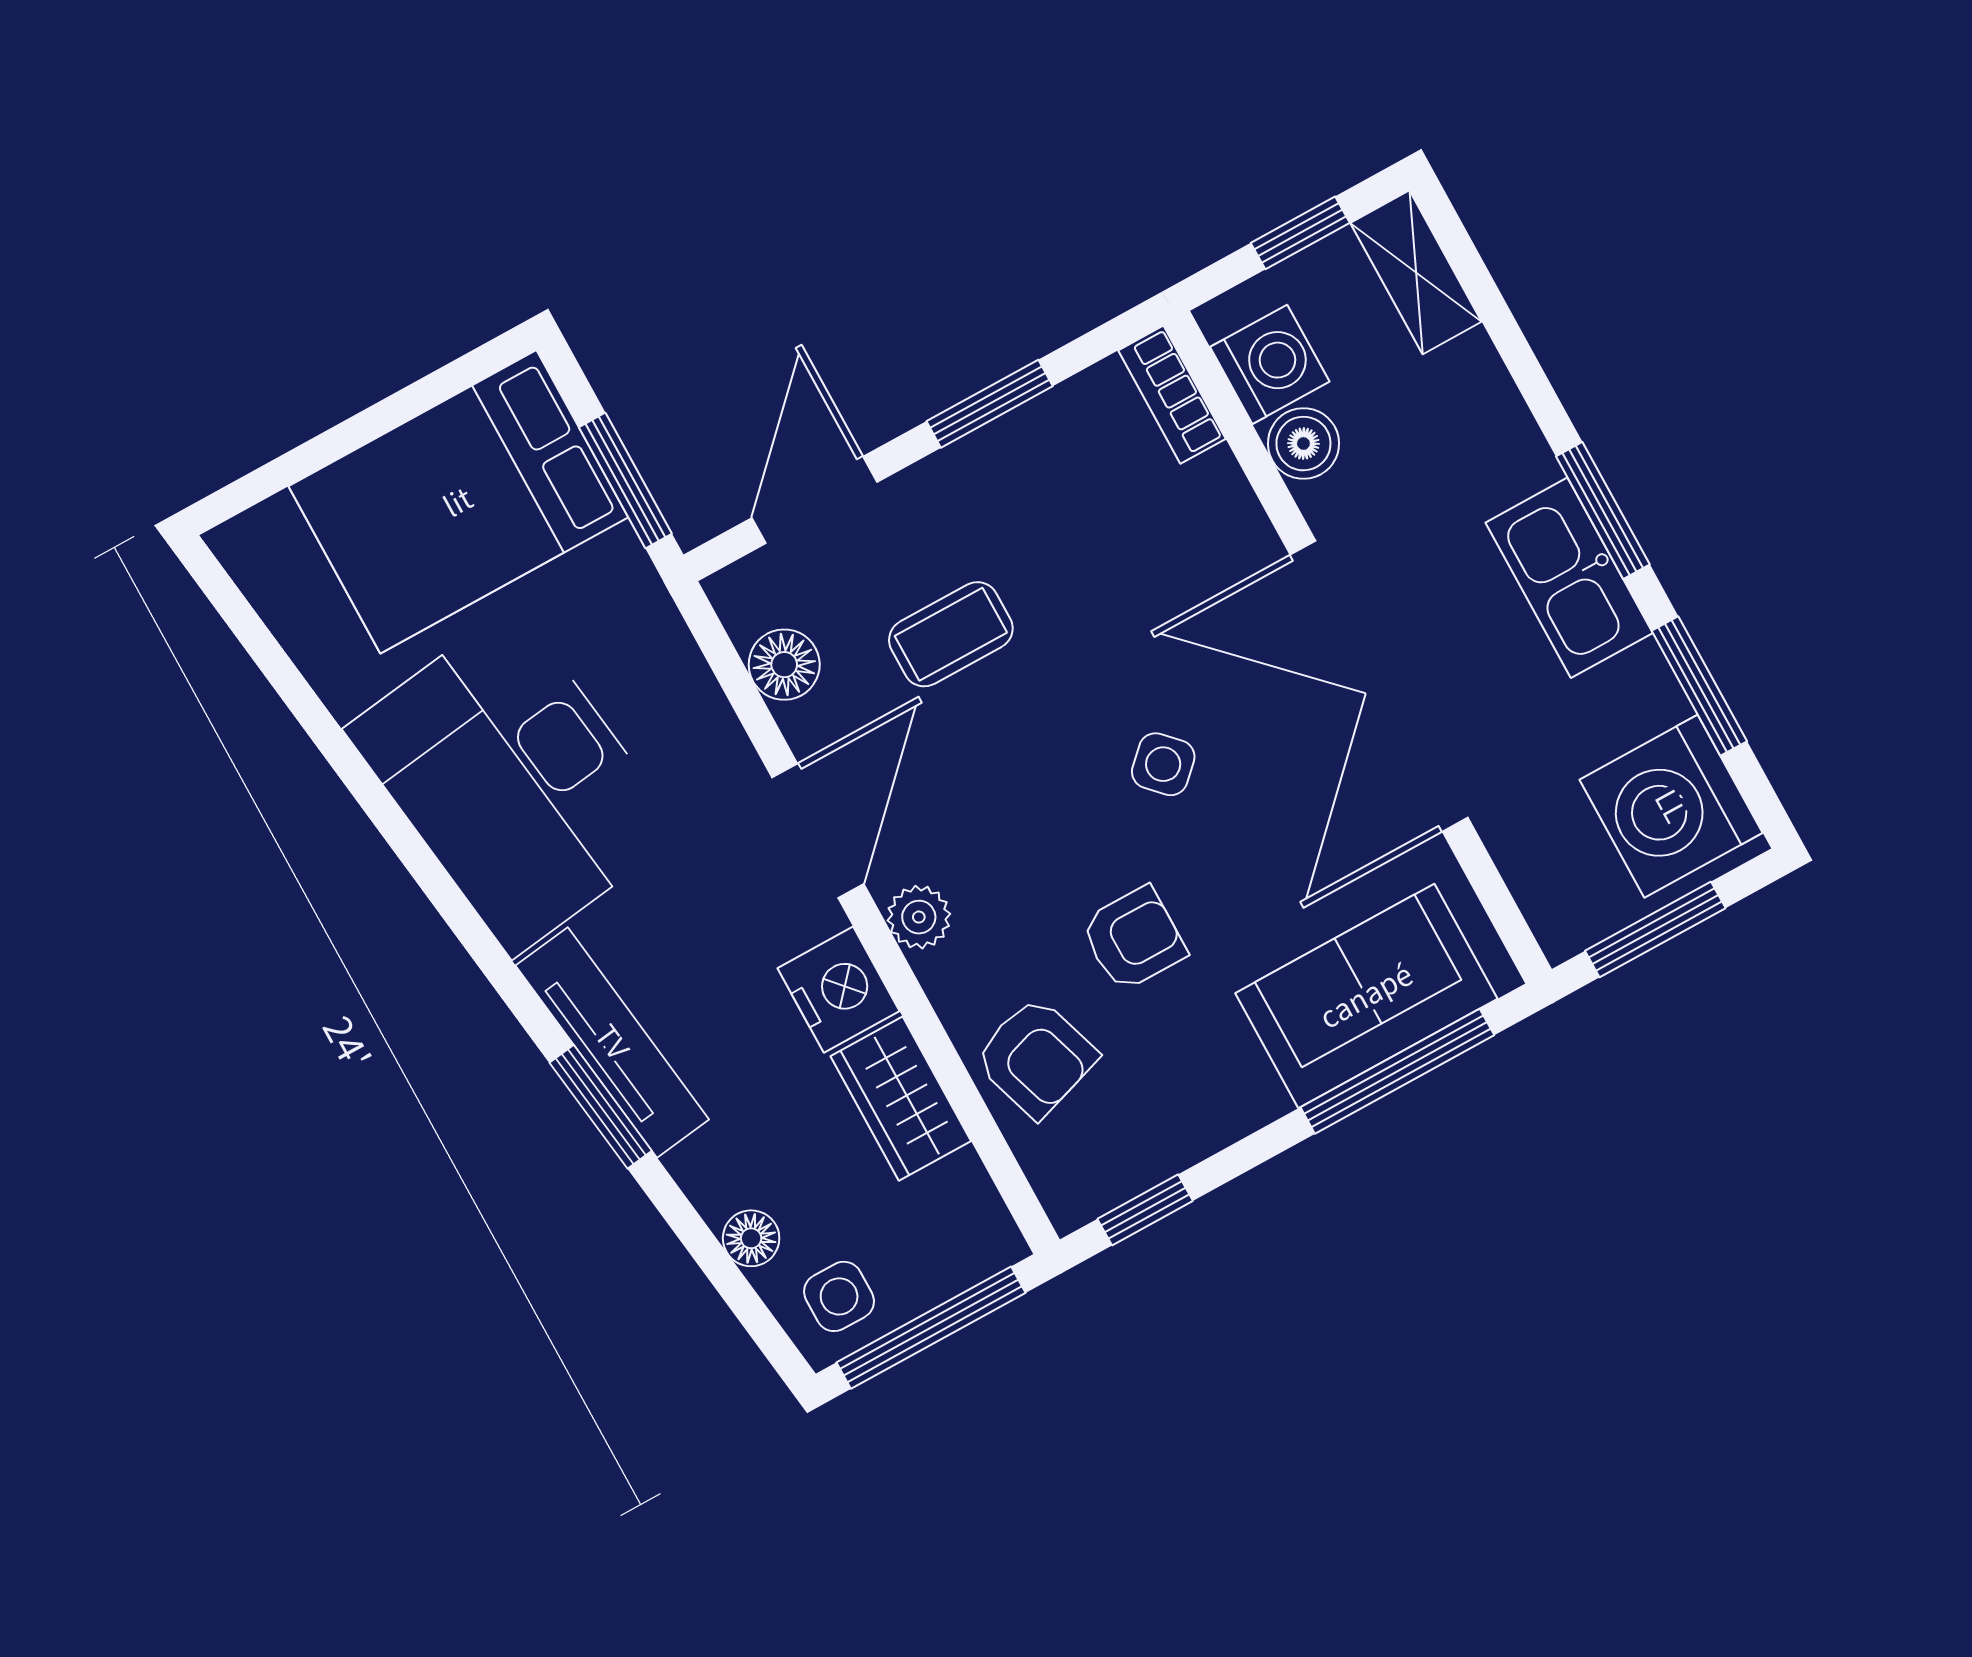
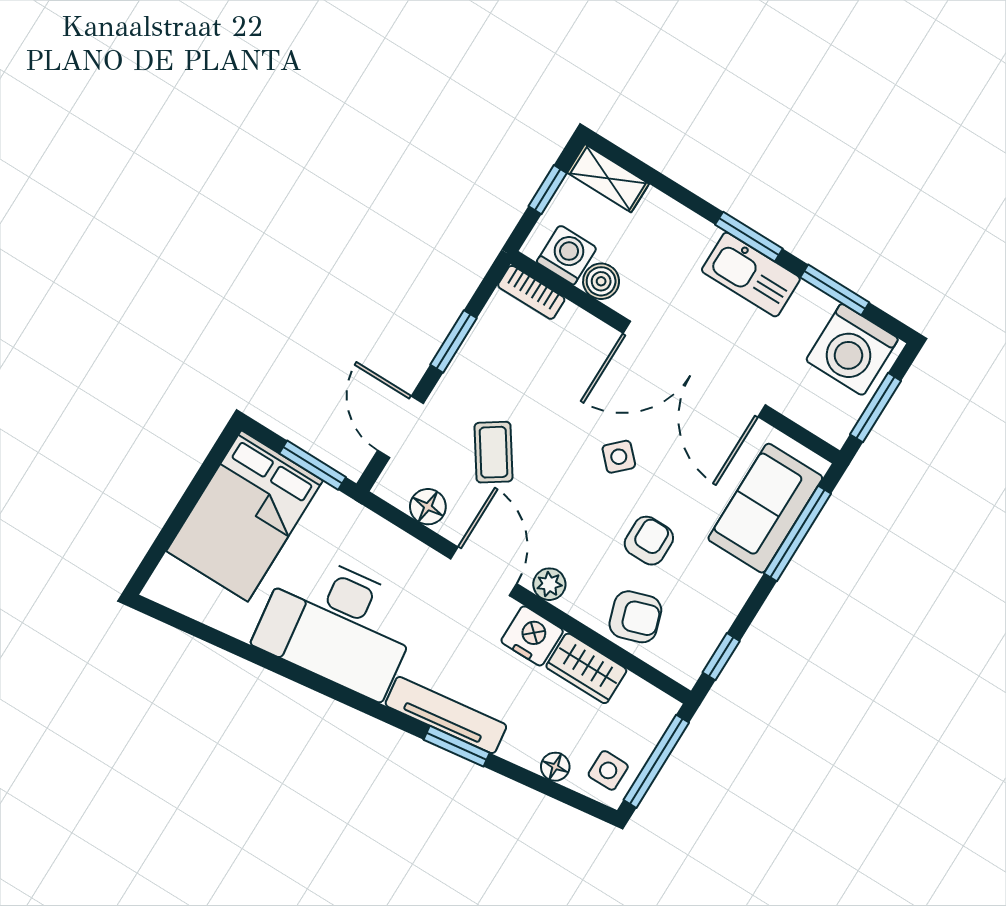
coffee table: (951, 634) -> (493, 452), turned -34

